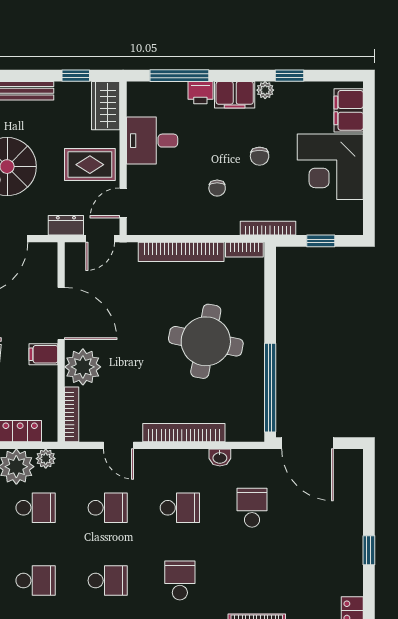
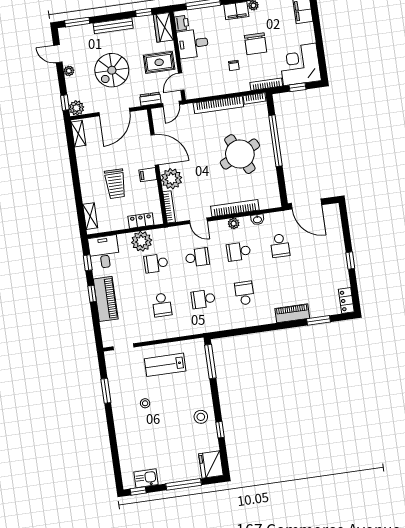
printer: (200, 93) -> (182, 23), moved, turned -90
chair: (260, 156) -> (256, 44), width x1.87, depth x1.87
corner desk: (330, 167) -> (300, 64), moved, turned 90
round table: (206, 341) -> (240, 154), turned -37
window: (270, 388) -> (276, 141), moved
plant: (46, 459) -> (234, 223), moved
school desk: (36, 508) -> (156, 263), turned 180
school desk: (180, 508) -> (239, 251), turned 180
school desk: (252, 508) -> (280, 246), turned 180
school desk: (36, 581) -> (162, 305), turned 90
school desk: (108, 581) -> (203, 299), turned 180

